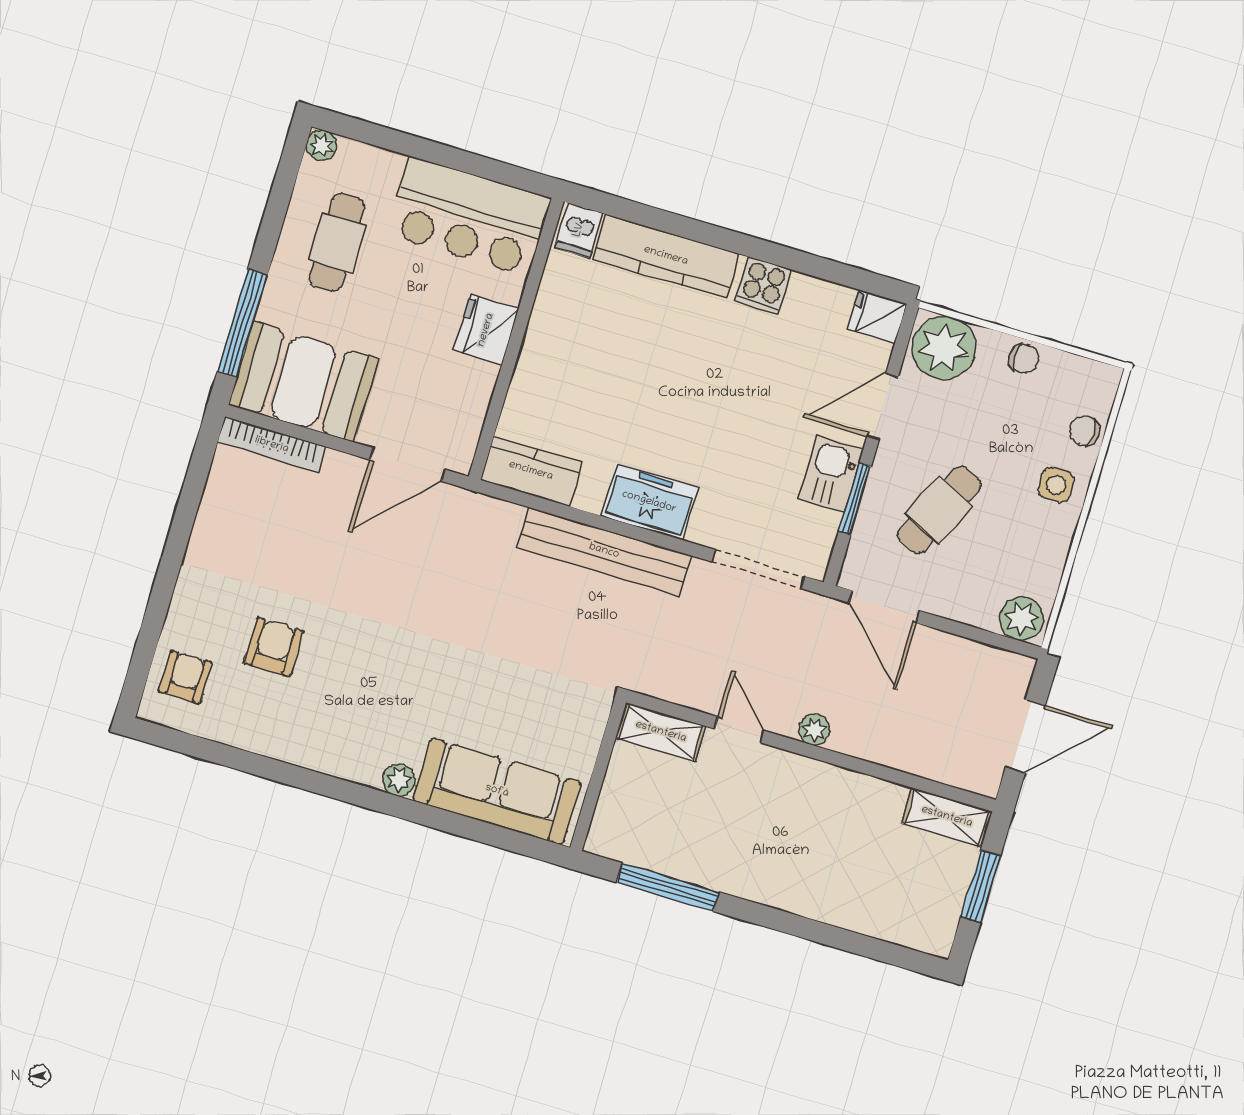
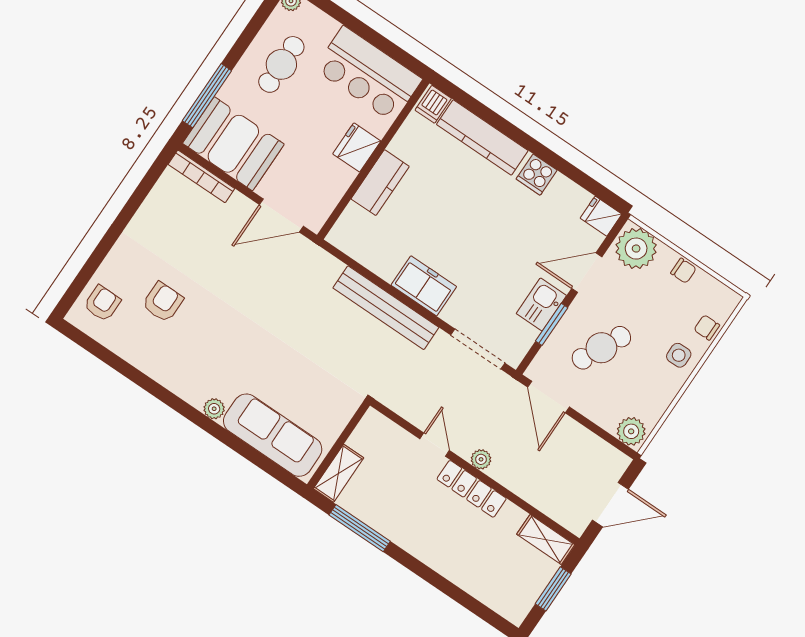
kitchen counter: (531, 471) -> (380, 183), moved, turned 90
shelving: (661, 732) -> (339, 473), moved, turned 90
locker: (814, 777) -> (472, 489), added

